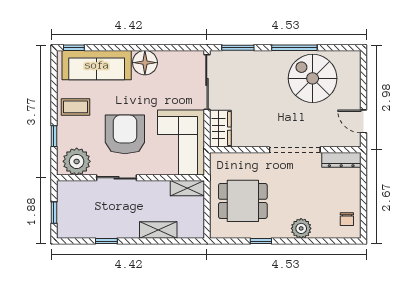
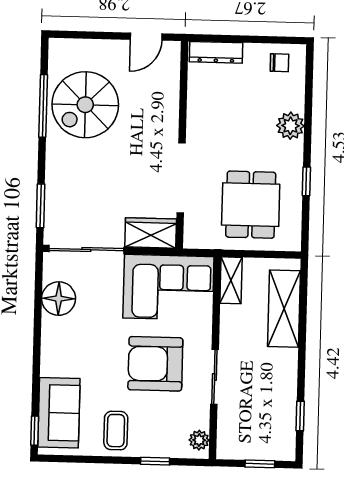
window: (294, 48) -> (43, 106), moved
floor lamp: (145, 63) -> (59, 299), moved
sofa: (97, 65) -> (59, 413), width x0.73
doorway: (295, 150) -> (181, 178), moved
dresser: (341, 160) -> (216, 52), moved, turned 90
plant: (77, 161) -> (199, 440), width x0.53, depth x0.53
shelving: (158, 230) -> (284, 309), width x1.50, depth x1.33
window: (106, 241) -> (300, 416), moved

